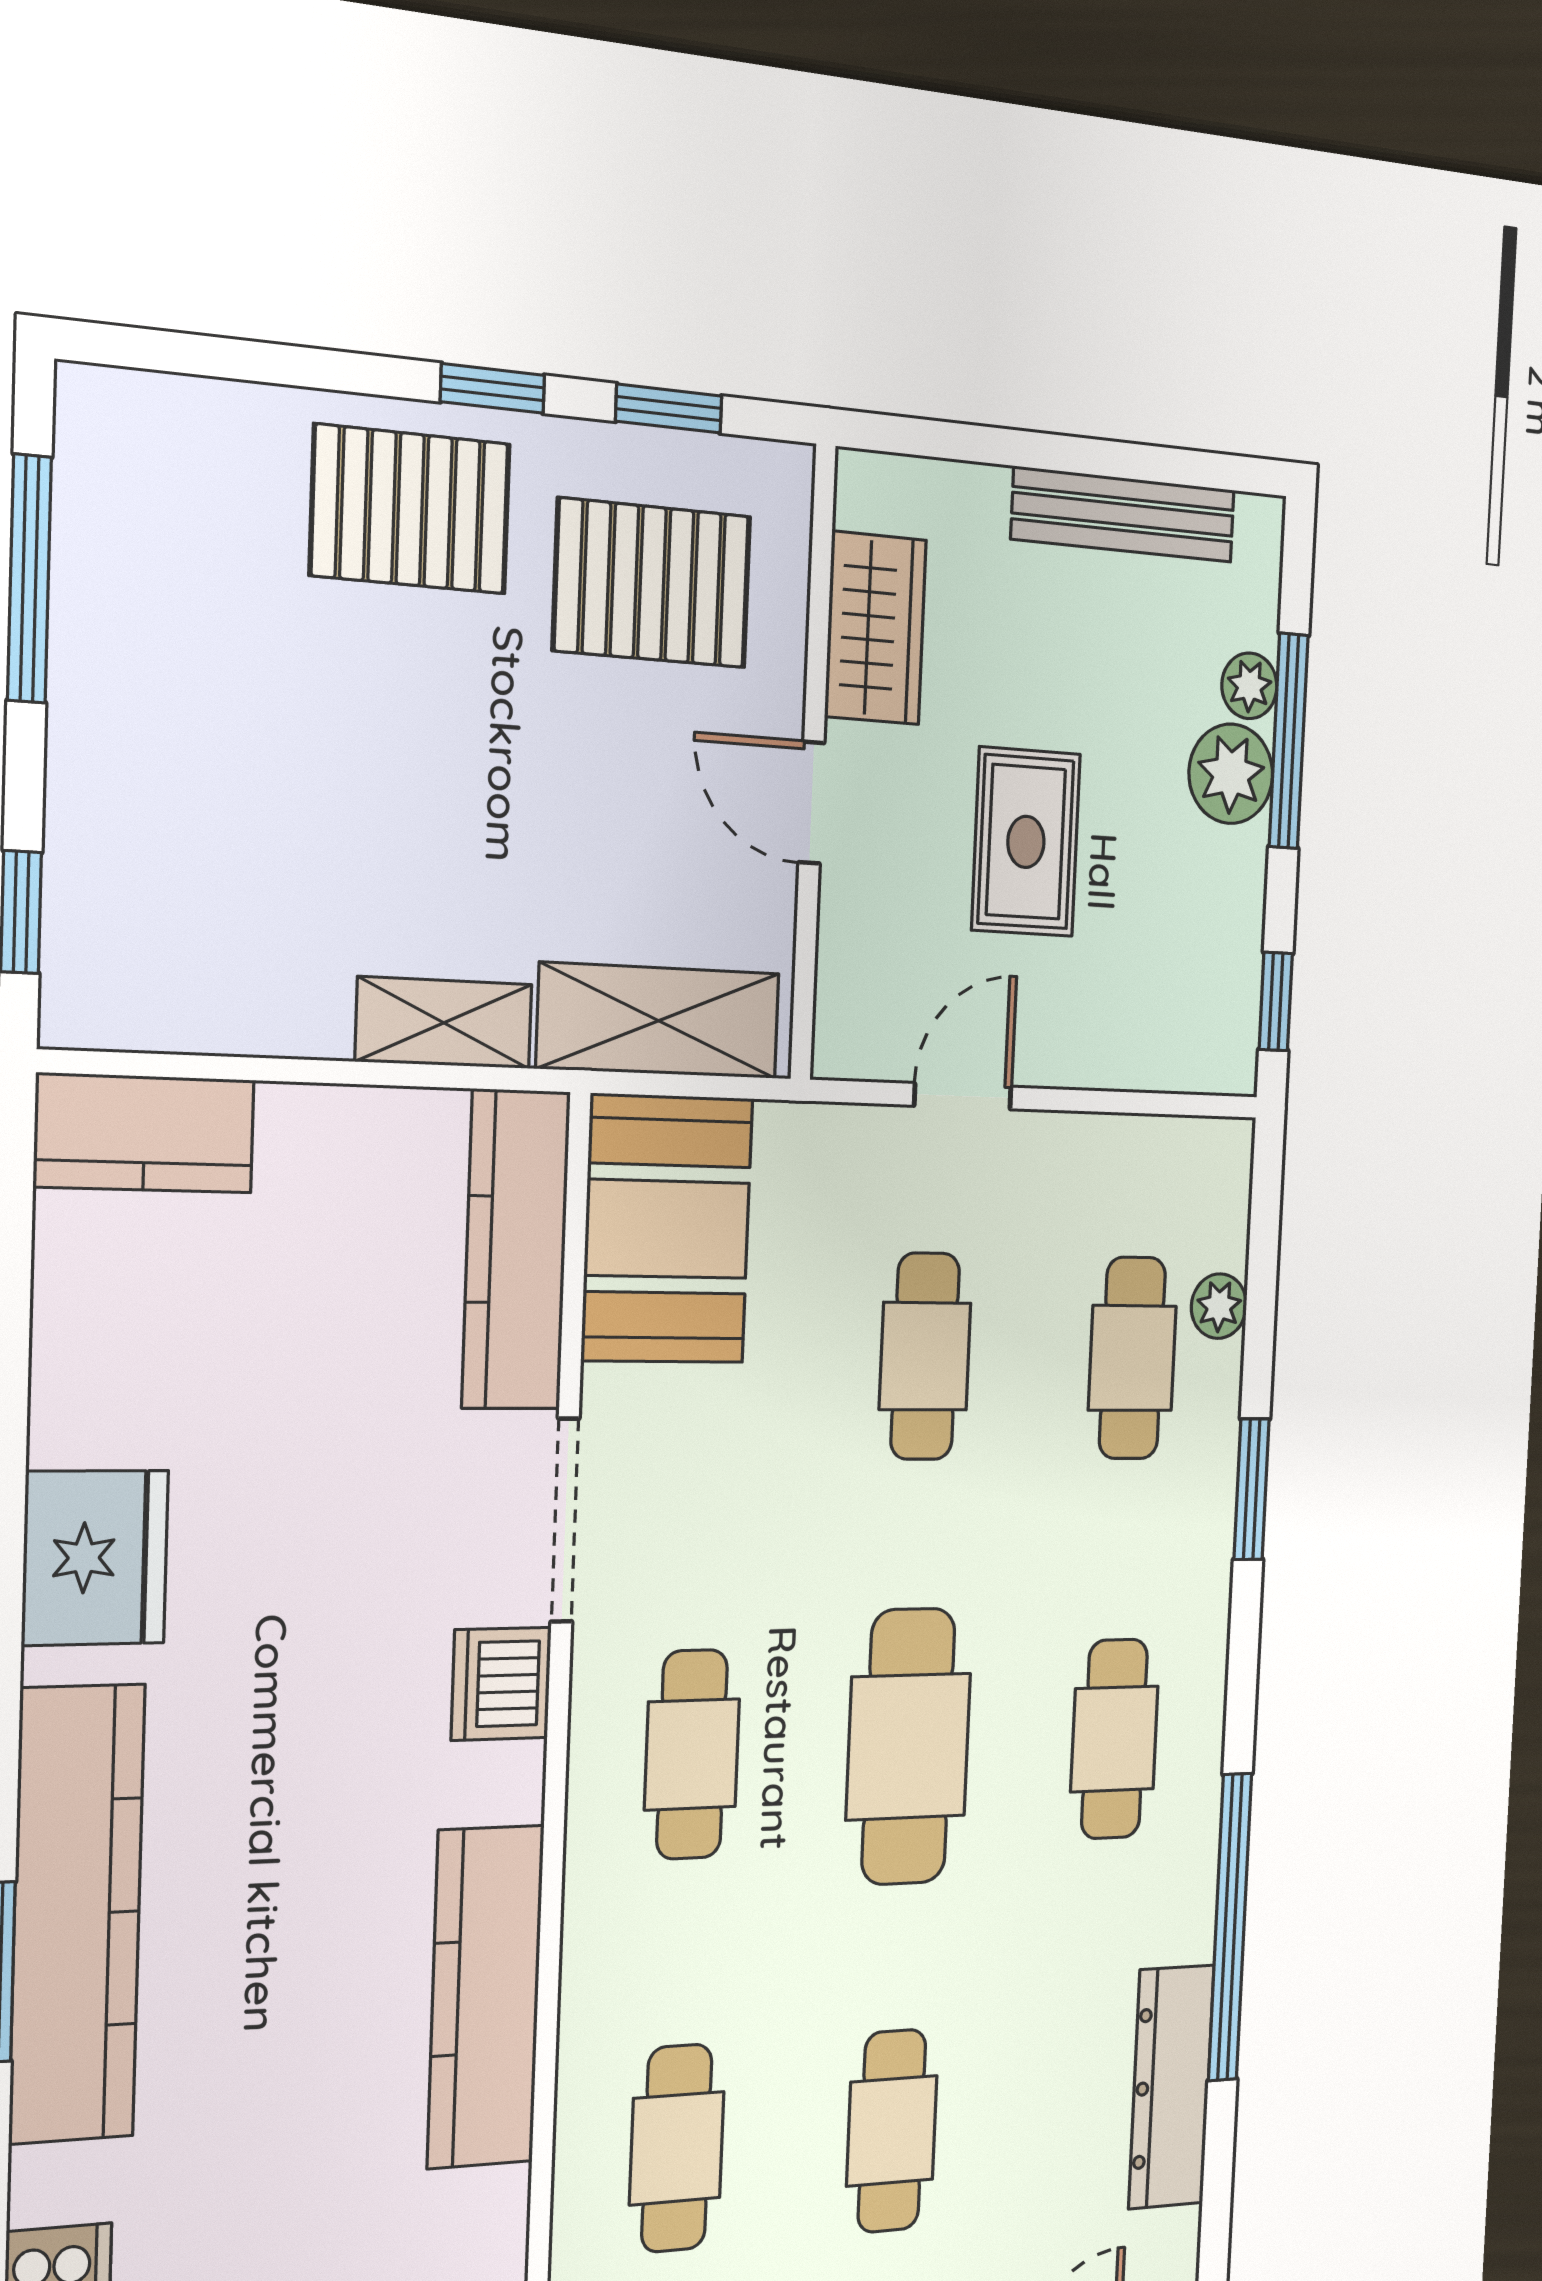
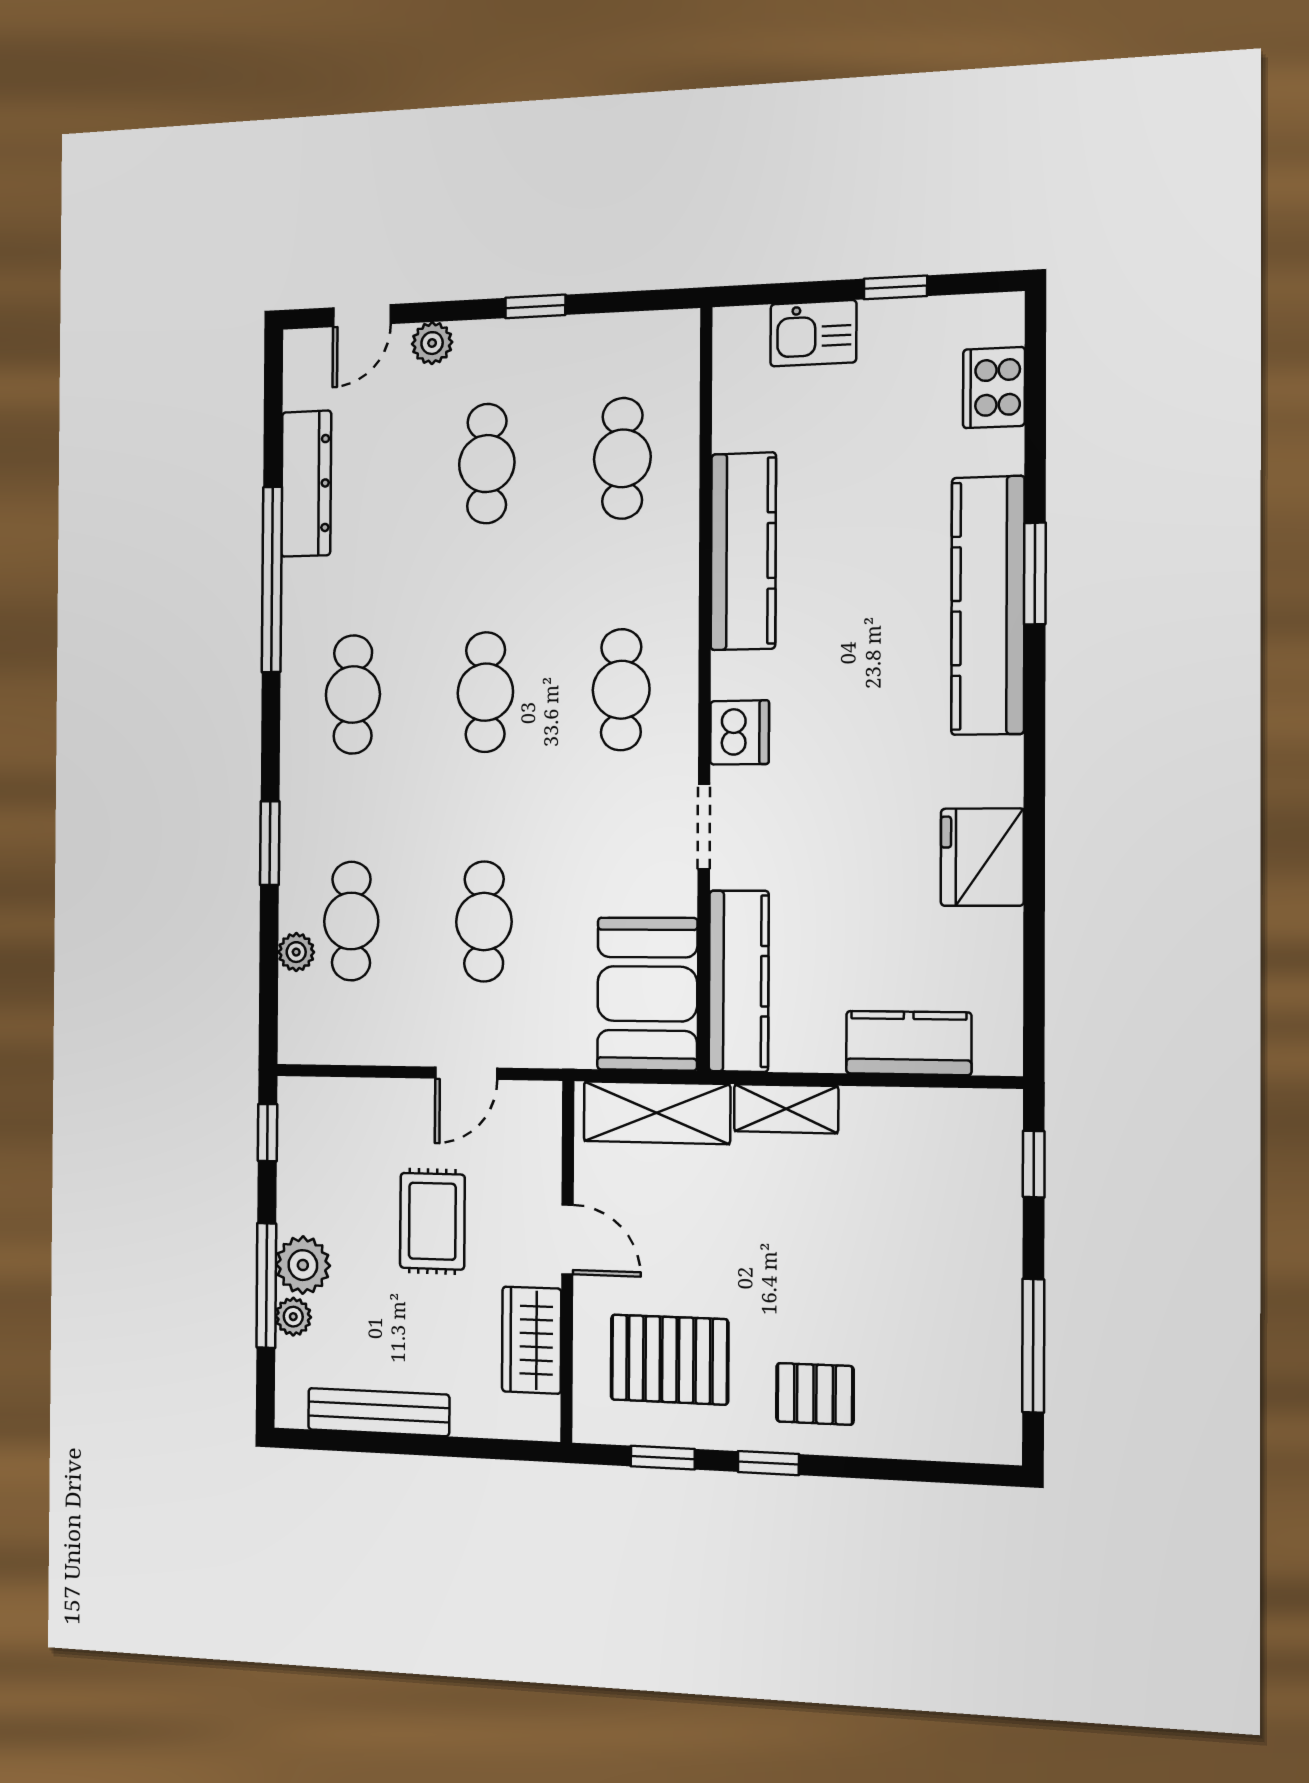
pallet: (410, 509) -> (815, 1394), width x0.67, depth x0.71
kitchen counter: (145, 1133) -> (909, 1043), moved
doorway: (565, 1520) -> (704, 826), width x0.73
fridge: (95, 1558) -> (982, 857), moved
cafe table: (908, 1747) -> (485, 692), width x0.73, depth x0.74

